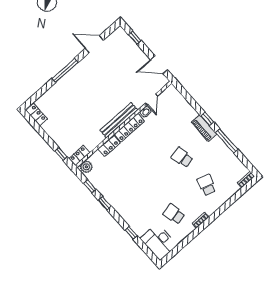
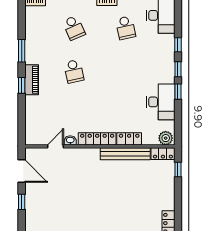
window: (135, 37) -> (22, 202), moved
bench: (119, 120) -> (125, 154), moved
window: (227, 141) -> (22, 51), width x0.69
school desk: (207, 185) -> (74, 28), turned -42
window: (90, 186) -> (178, 69), moved
desk: (110, 187) -> (161, 102), added

